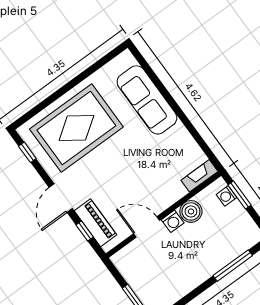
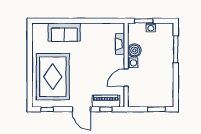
sofa: (147, 100) -> (64, 32), width x0.73
fireplace: (199, 176) -> (120, 44), moved
washing machine: (227, 196) -> (151, 27), moved

